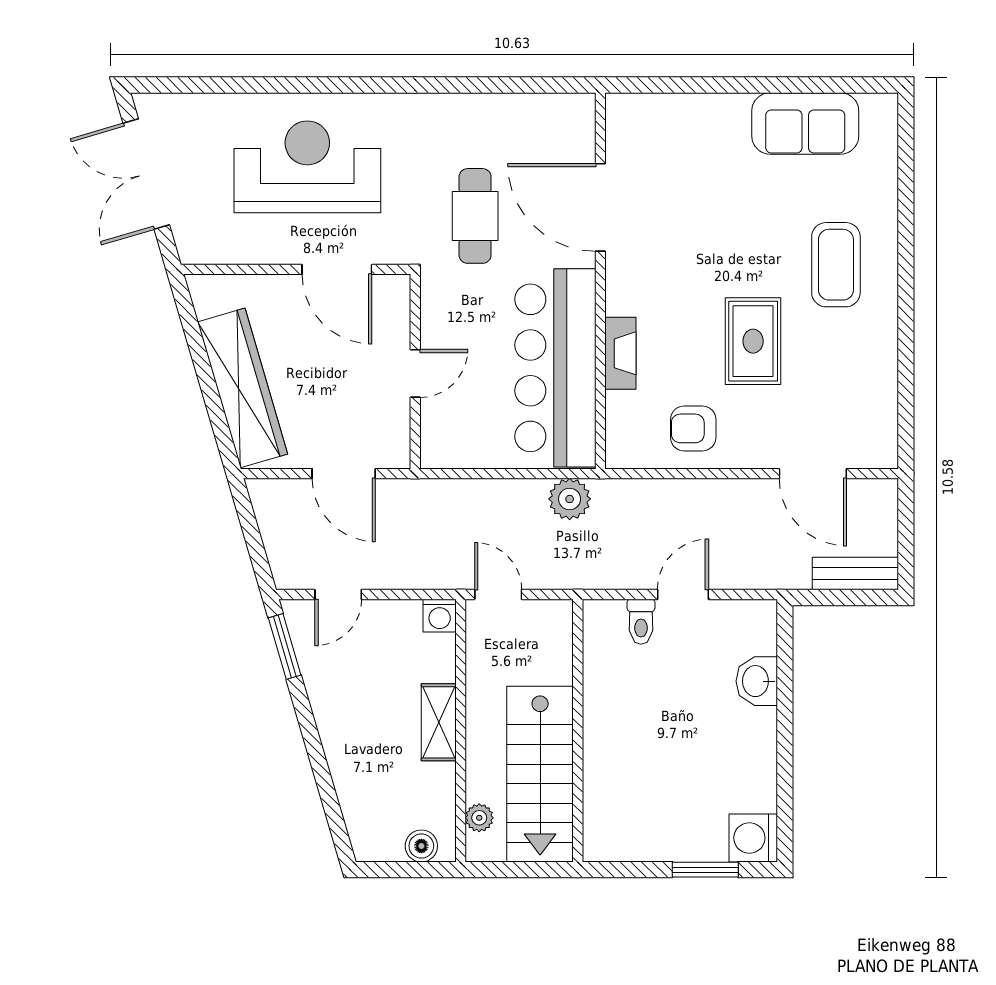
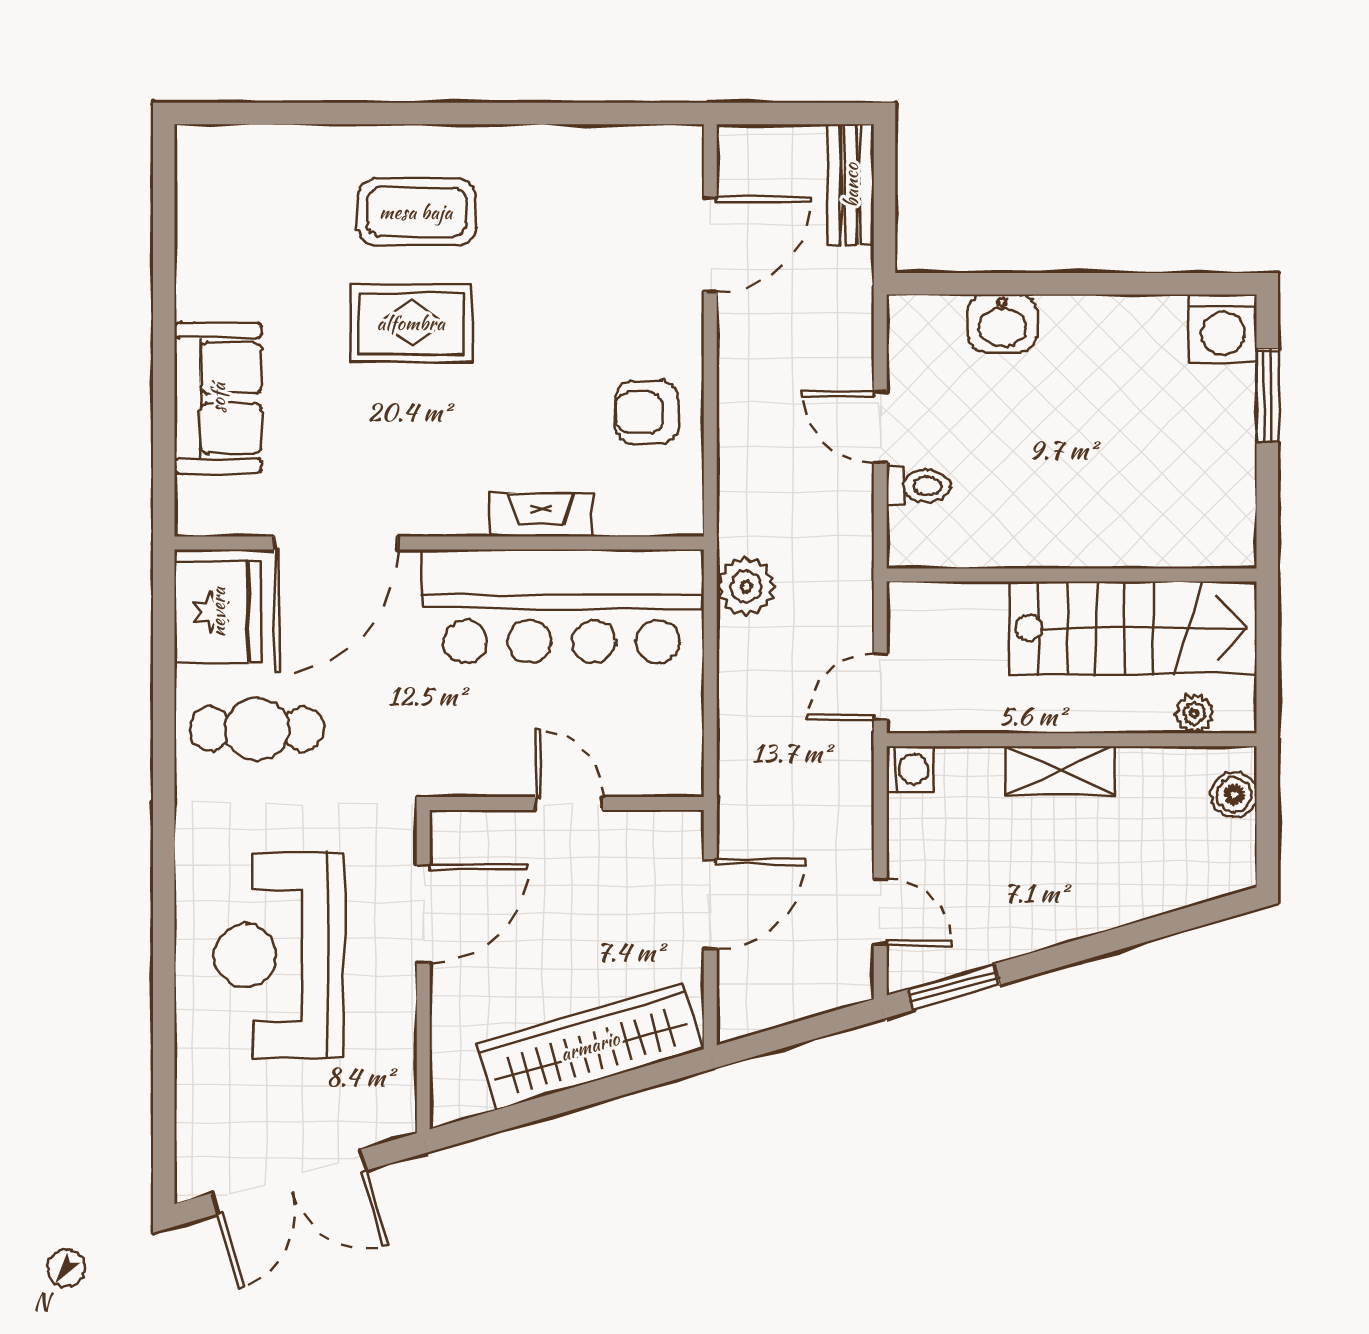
fridge: (551, 123) -> (218, 612), added
sofa: (805, 123) -> (218, 398), moved
cafe table: (475, 216) -> (257, 729), moved
rug: (753, 341) -> (411, 323), moved
armchair: (693, 428) -> (647, 413), turned 90

